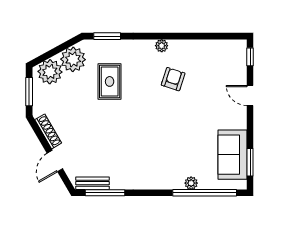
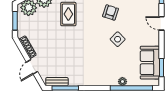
side table: (184, 119) -> (118, 39), added

